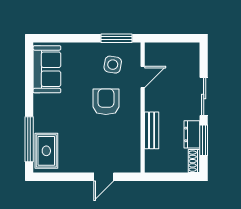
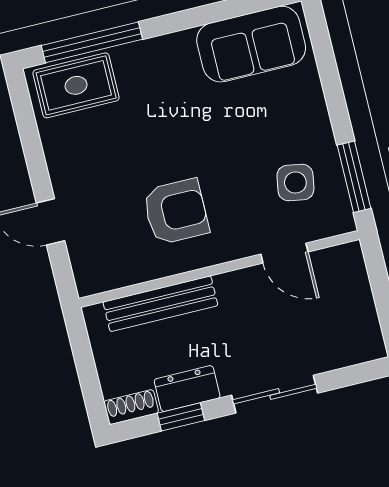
armchair: (106, 102) -> (176, 212), moved
bench: (152, 130) -> (160, 304), width x1.36
window: (204, 140) -> (181, 417), width x0.67

